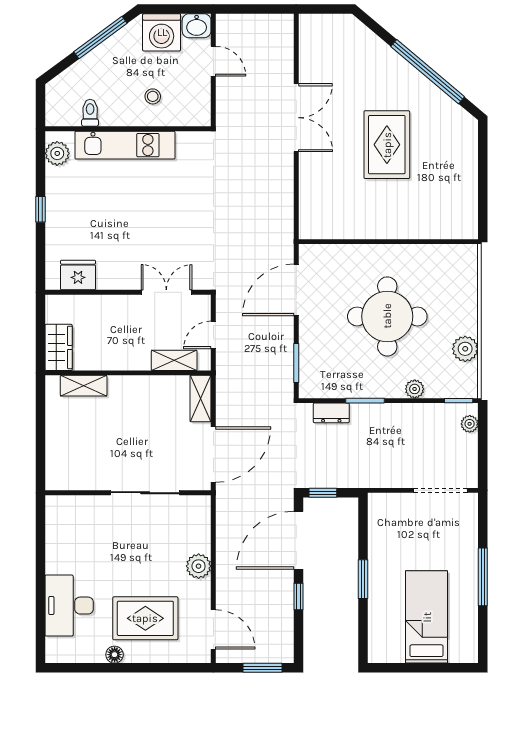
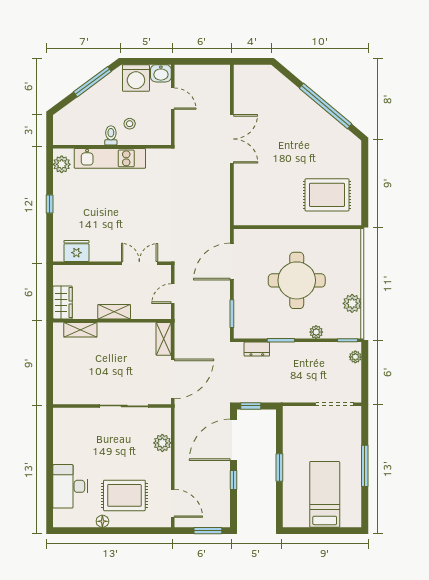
toilet: (90, 113) -> (111, 135), moved
rug: (387, 145) -> (327, 195), moved, turned 90
shelving: (174, 360) -> (114, 312), moved
plant: (199, 566) -> (162, 443), moved

